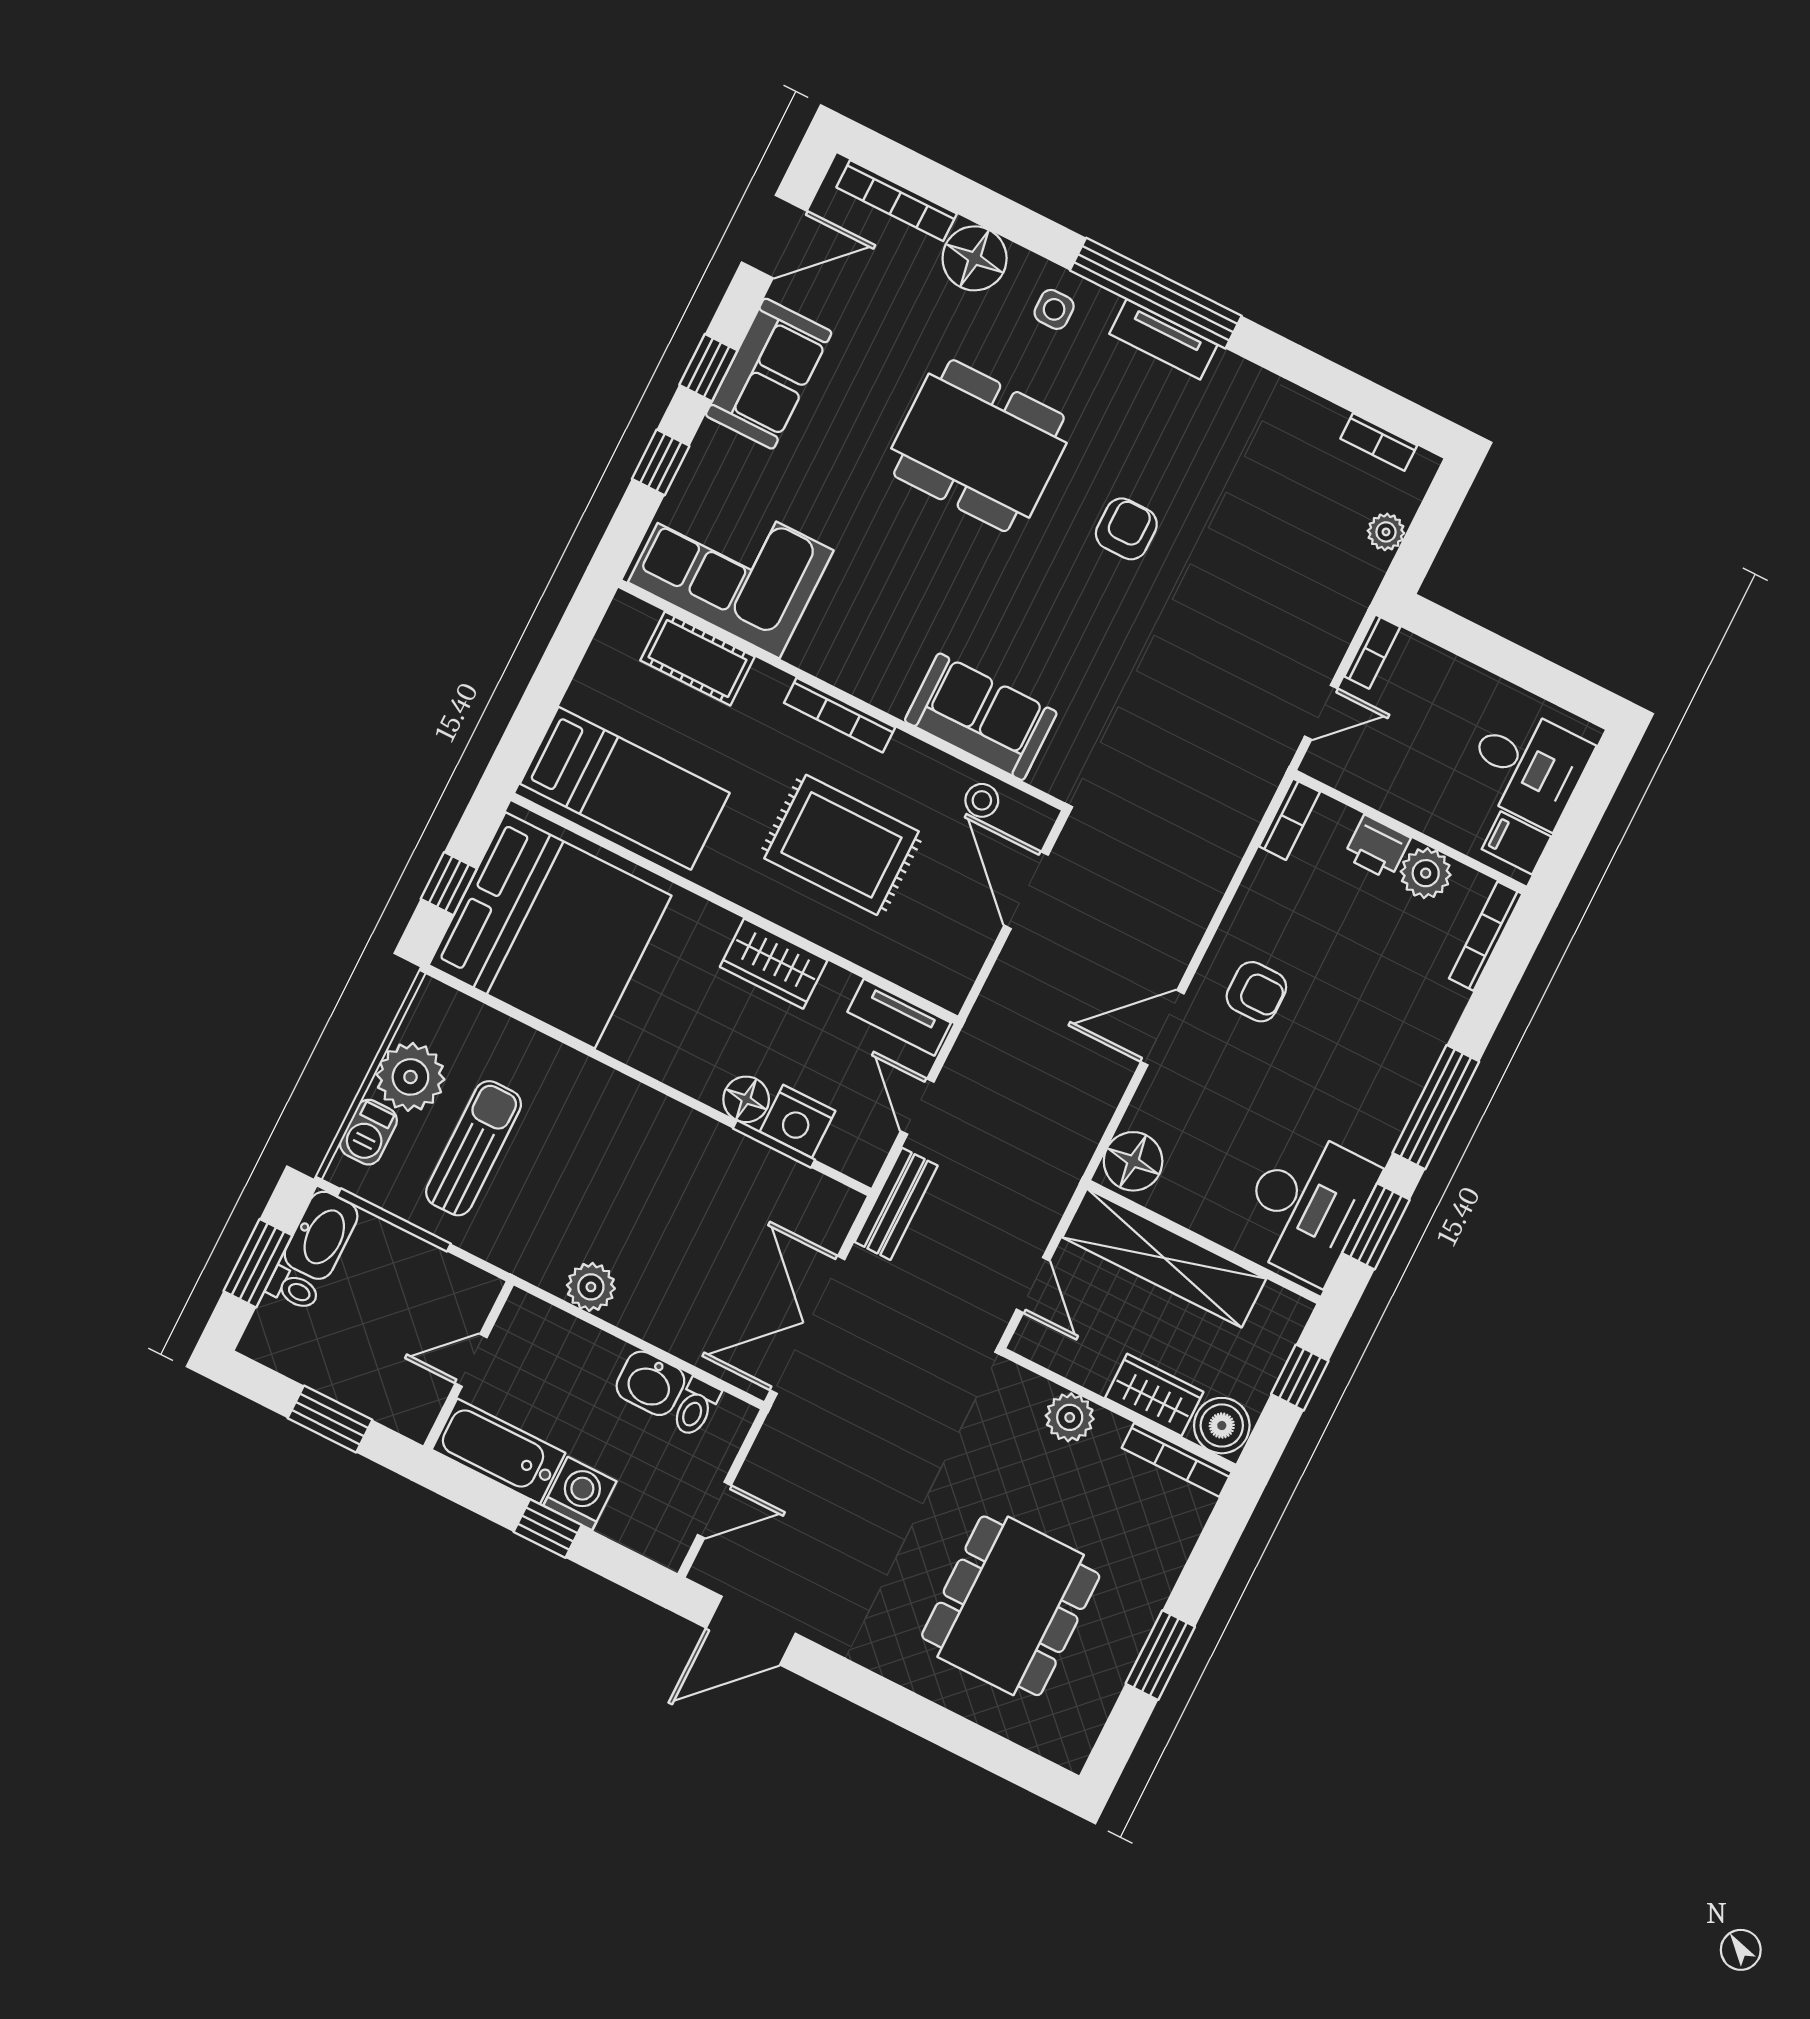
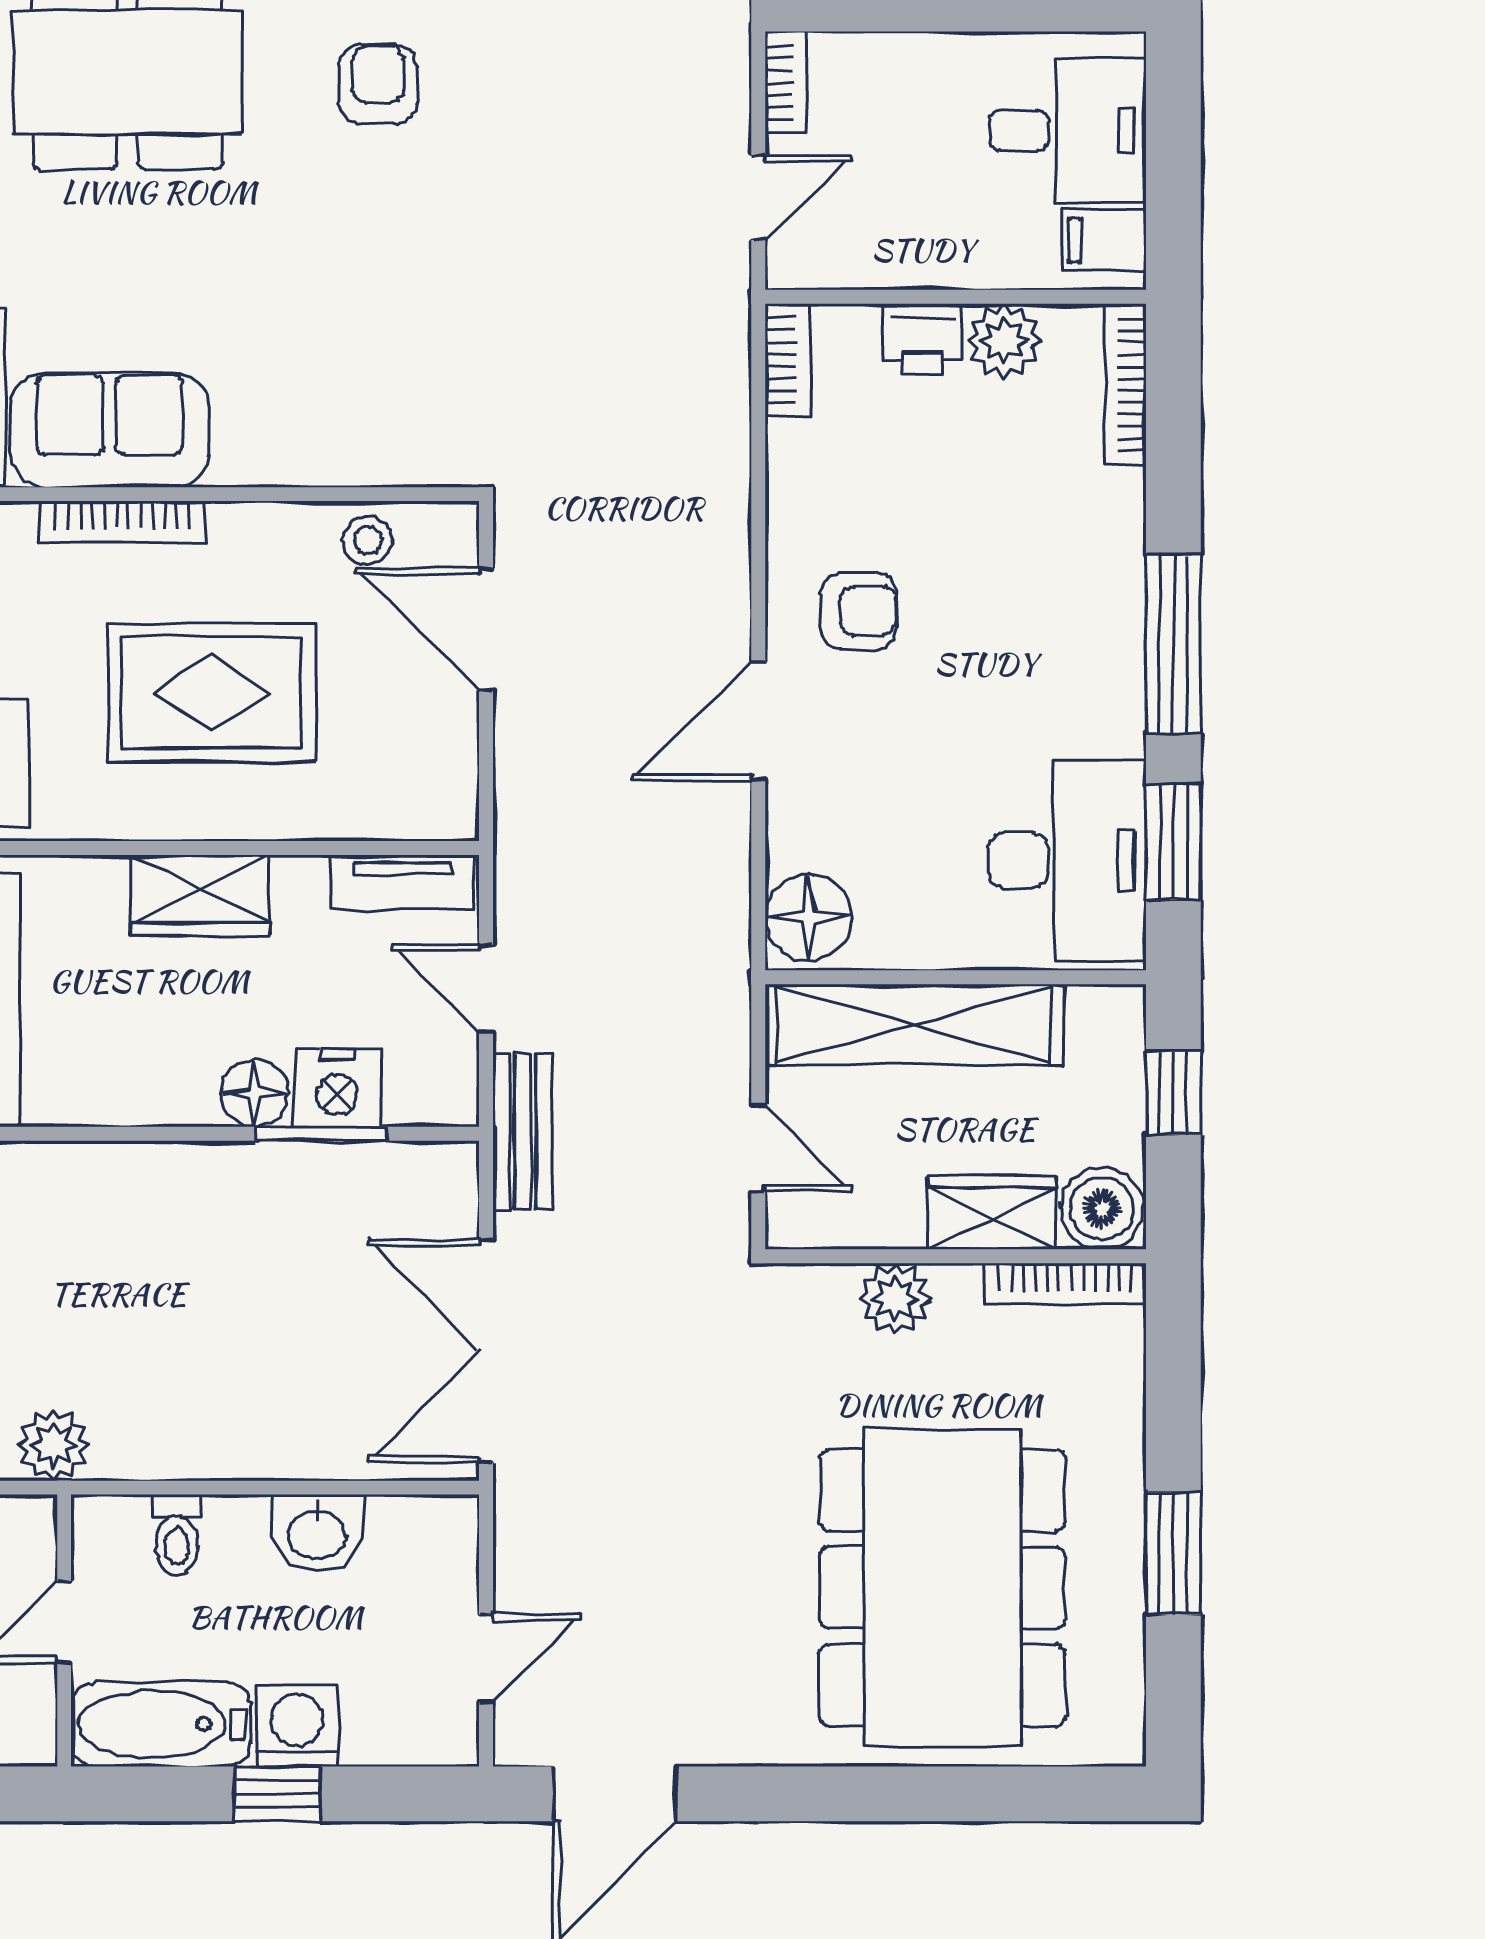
sofa: (981, 717) -> (109, 430), moved
plant: (591, 1287) -> (53, 1445), moved
toilet: (696, 1407) -> (177, 1535), moved
dining table: (1011, 1606) -> (942, 1588), width x1.36, depth x1.24

